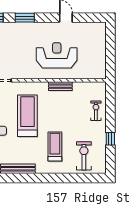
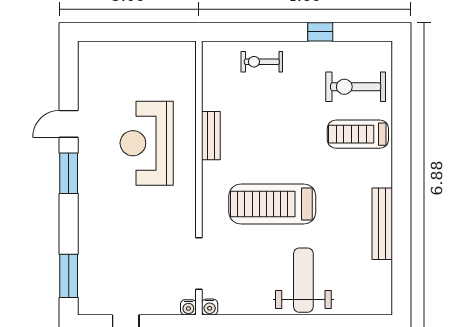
window: (25, 18) -> (69, 173), moved
treadmill: (55, 146) -> (358, 134), moved

